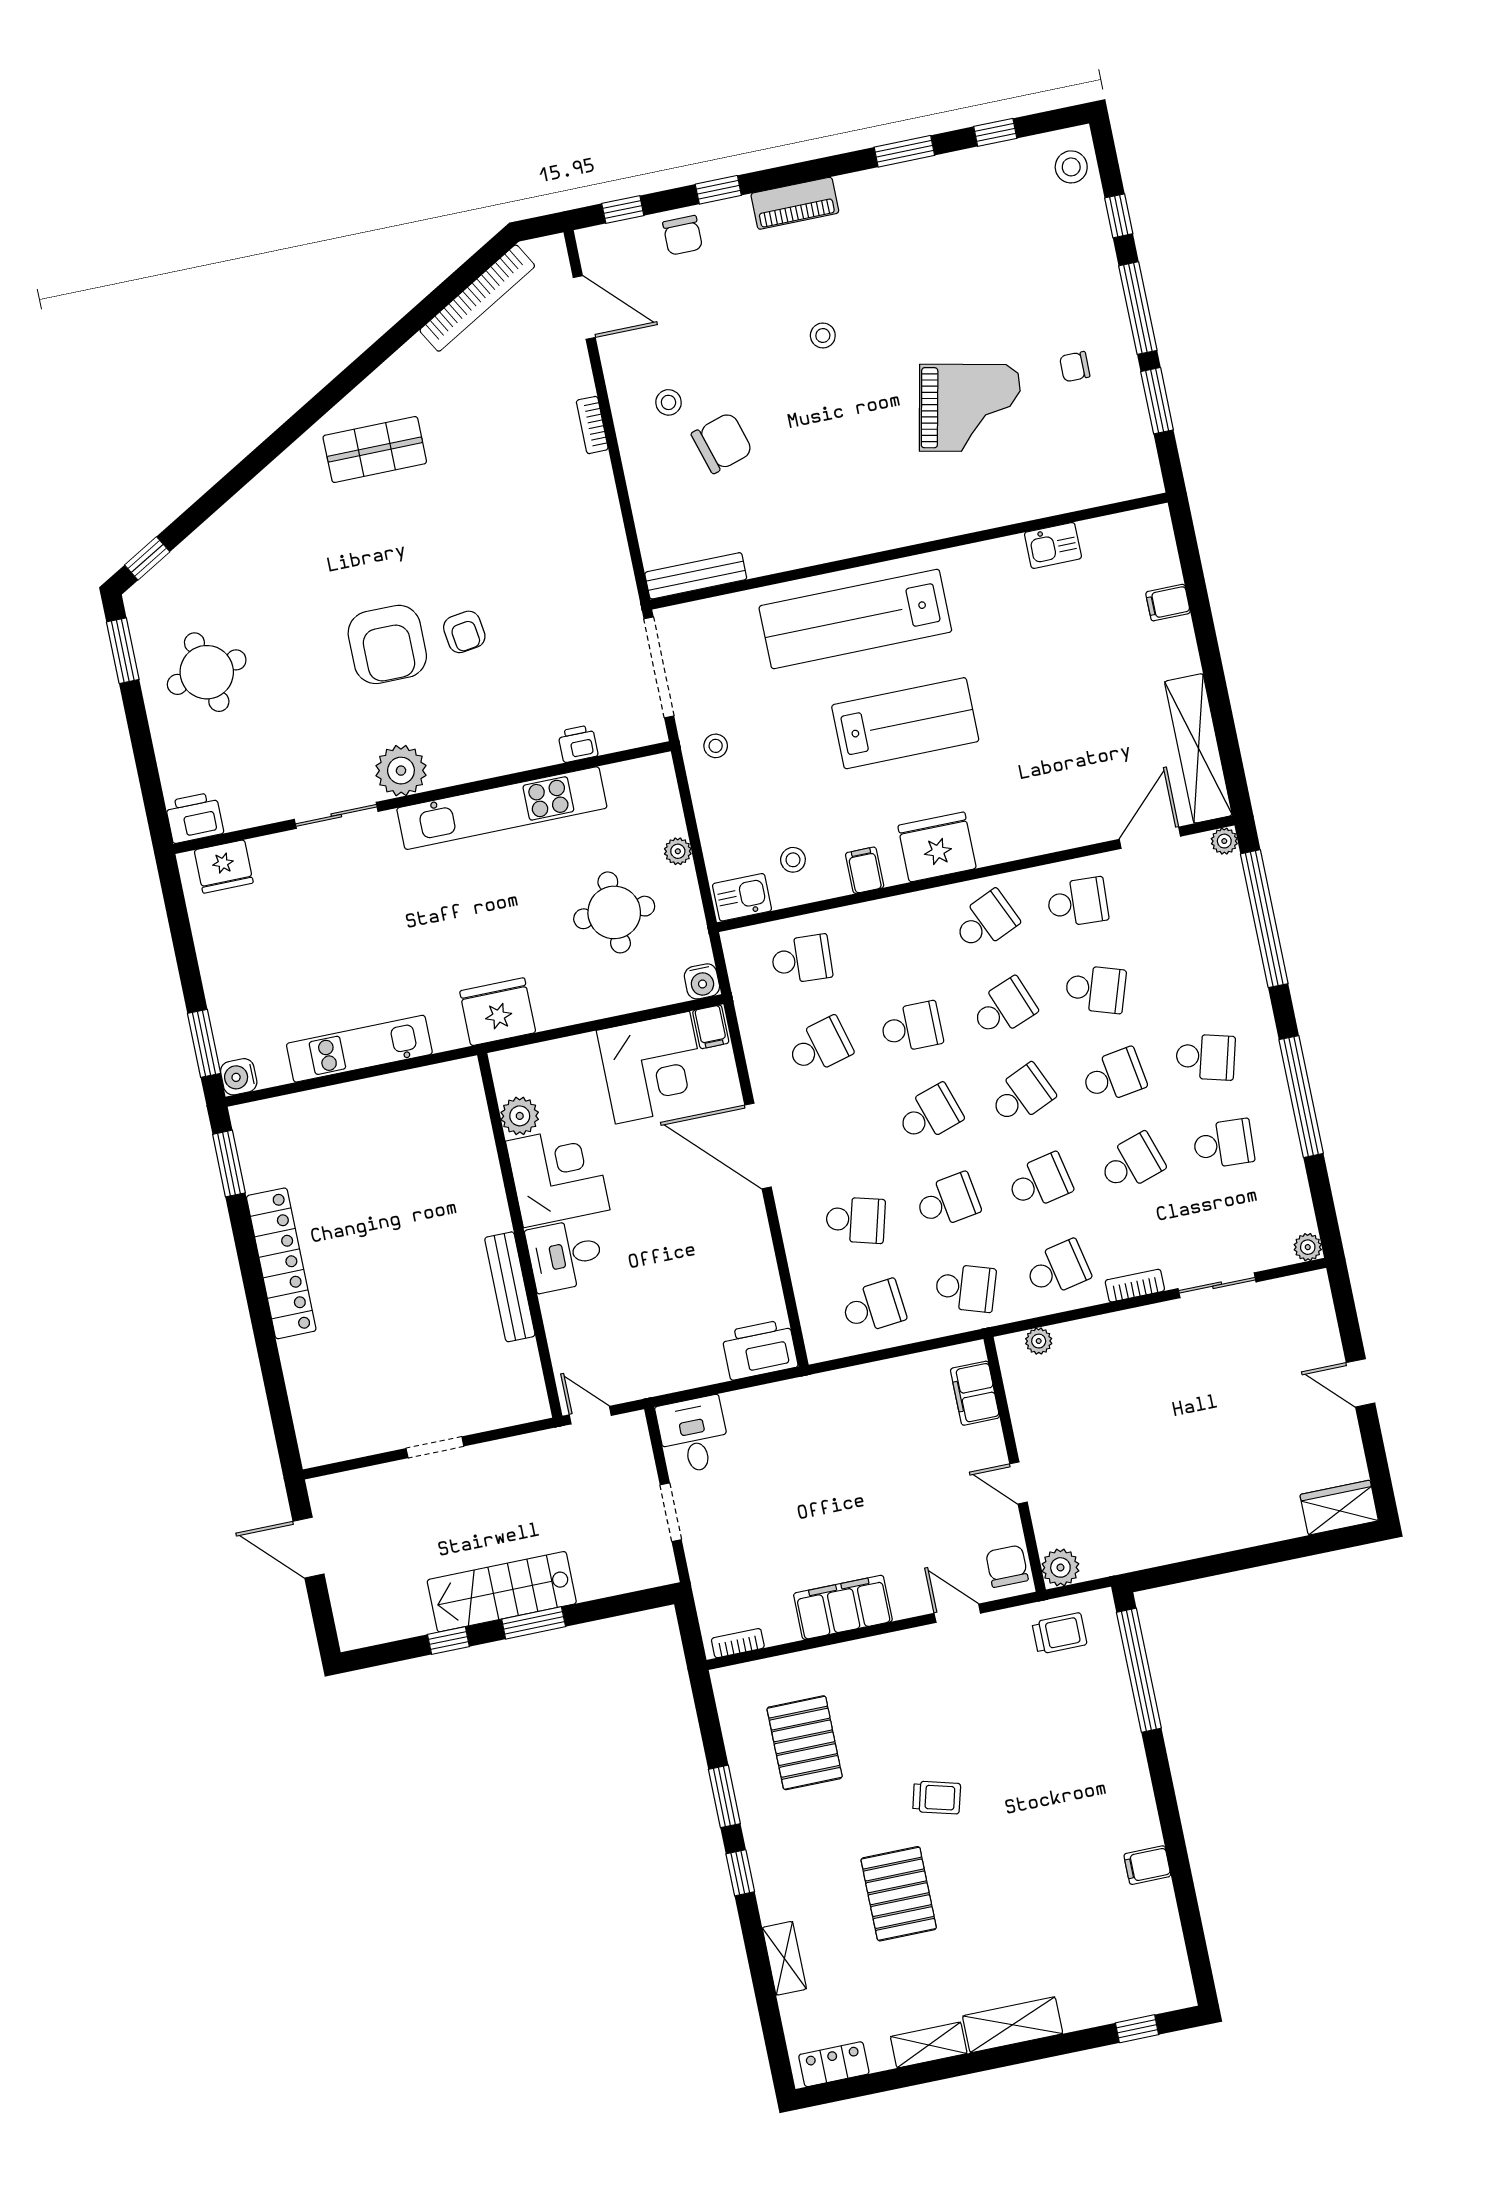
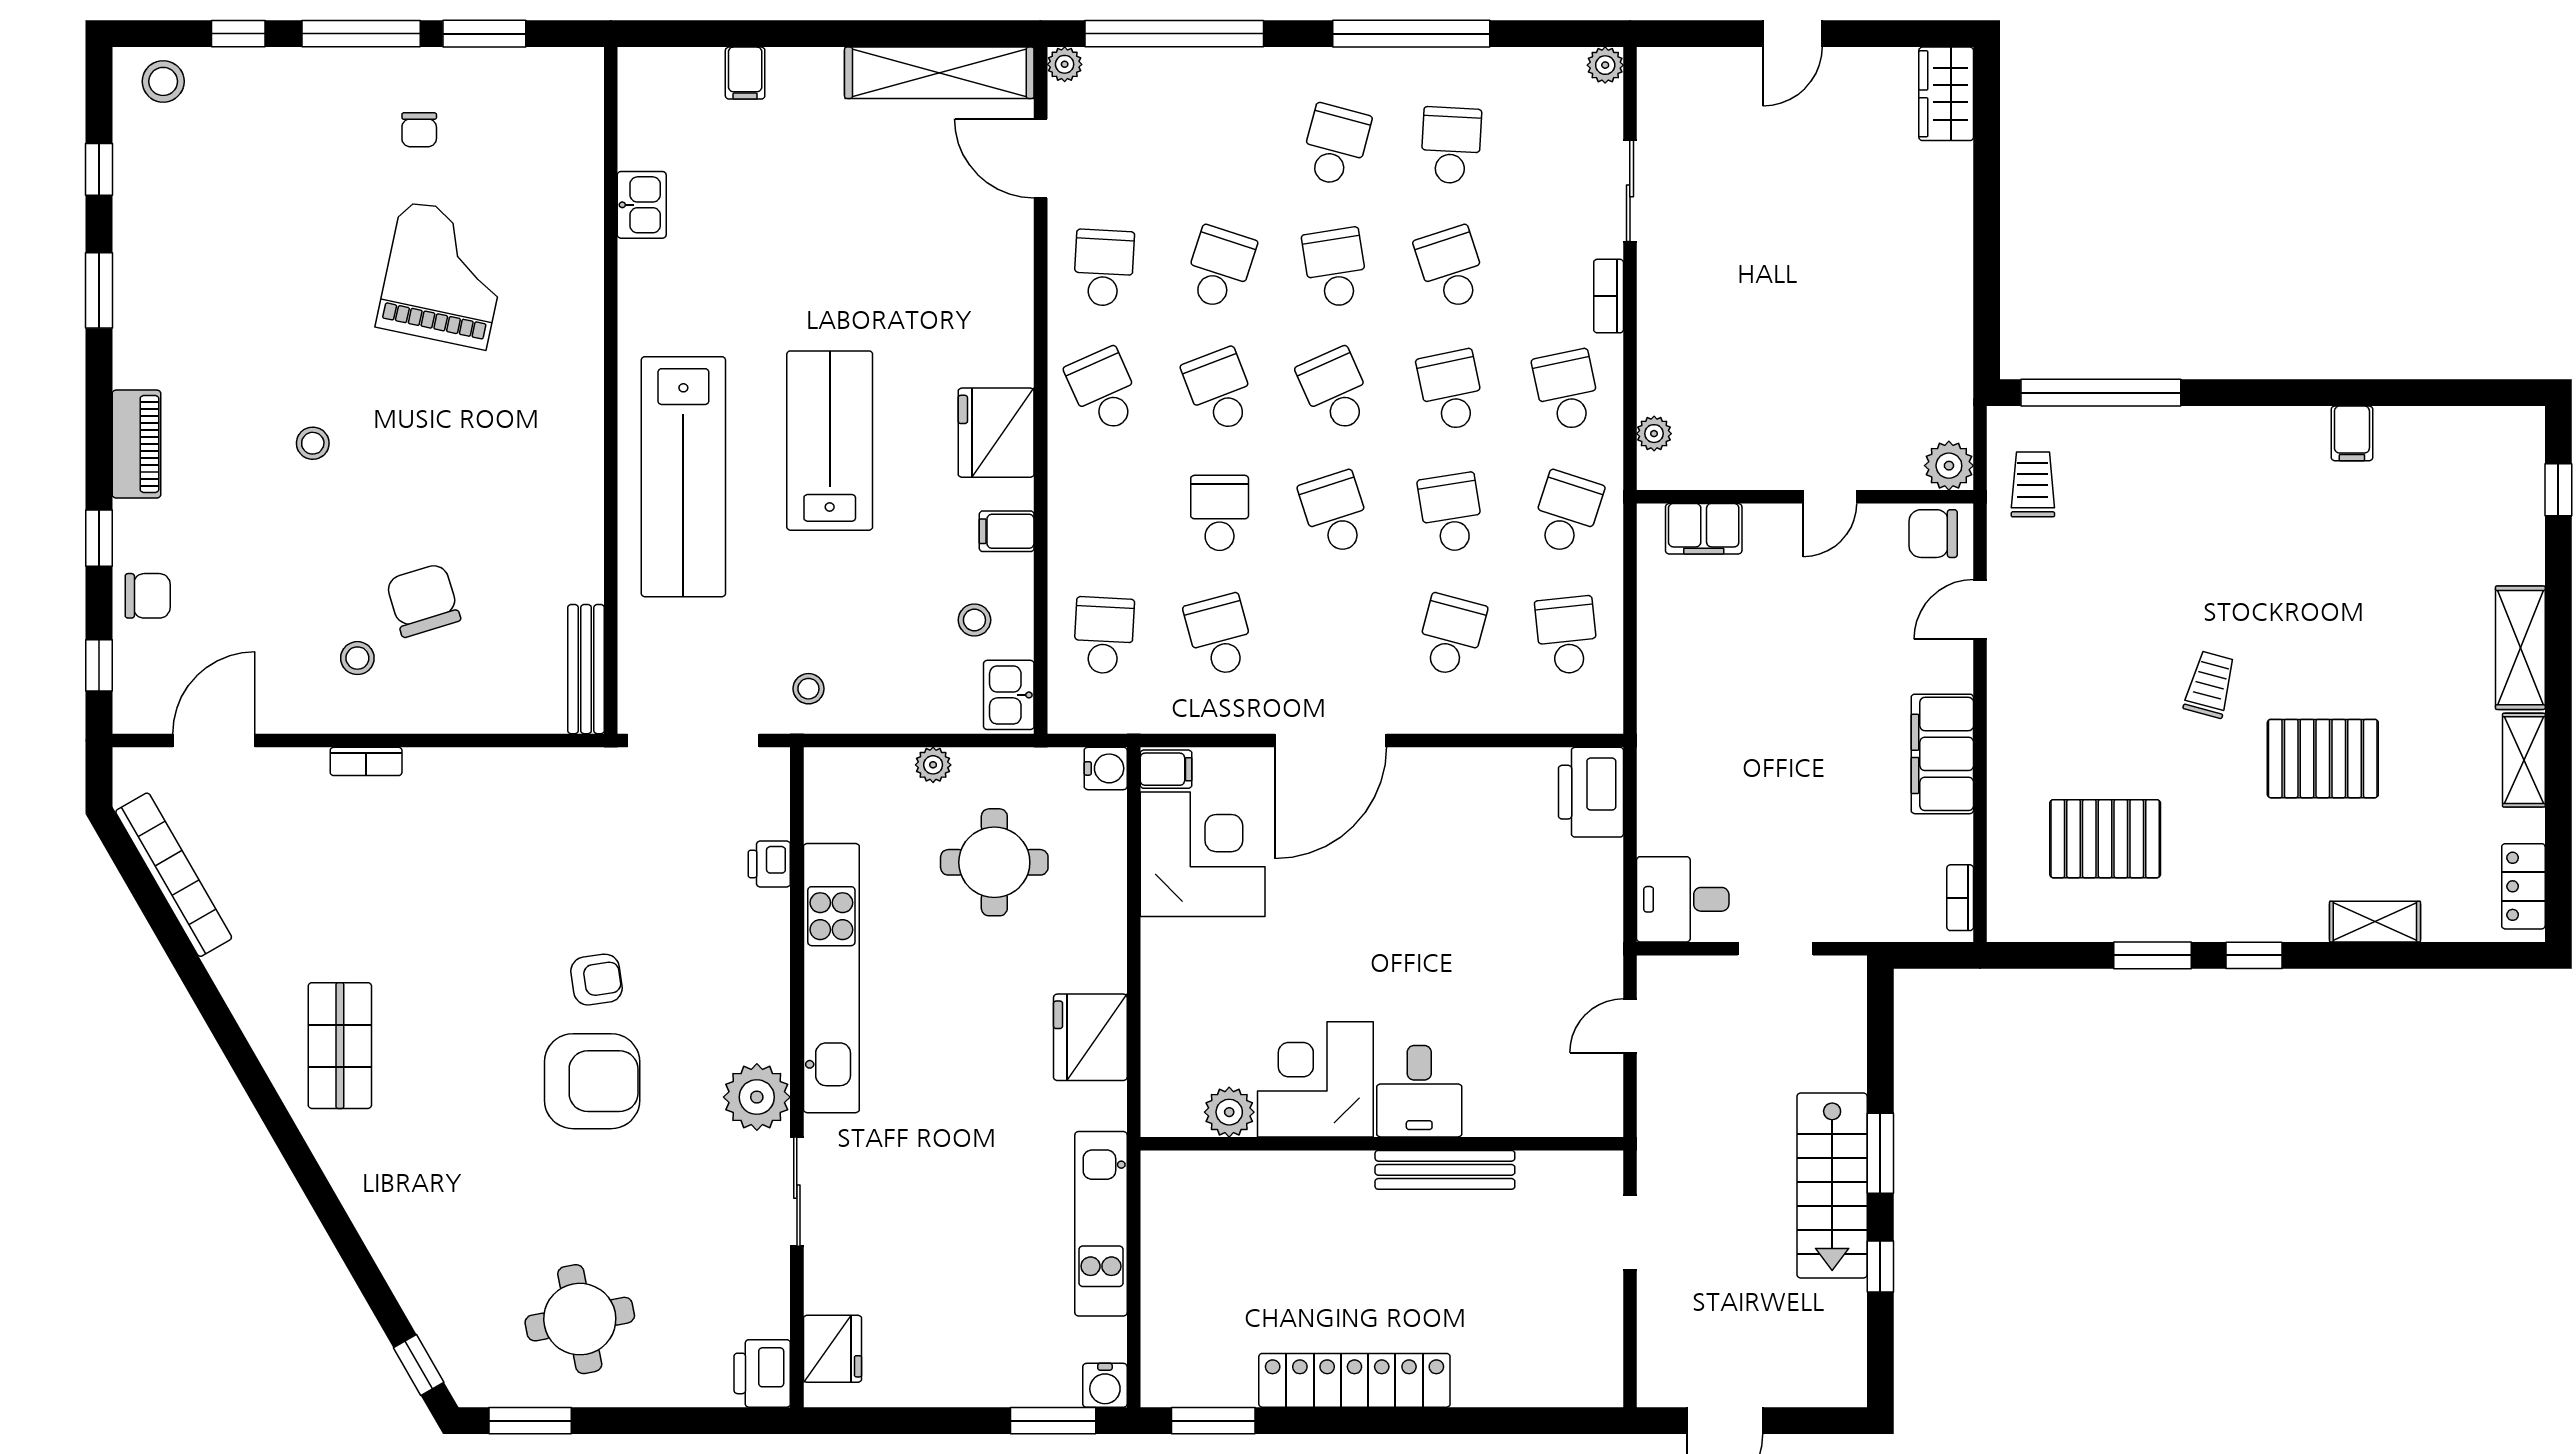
plant: (520, 1116) -> (1229, 1112), moved
corner desk: (558, 1176) -> (1315, 1079), moved
wall: (520, 1235) -> (1382, 1144), moved
desk: (565, 1255) -> (1419, 1091), moved
bench: (510, 1287) -> (1445, 1170), moved

